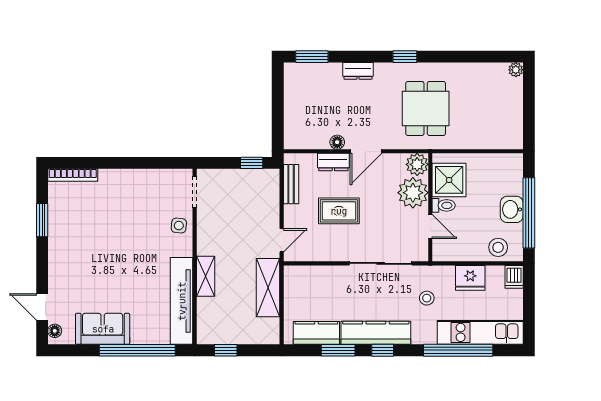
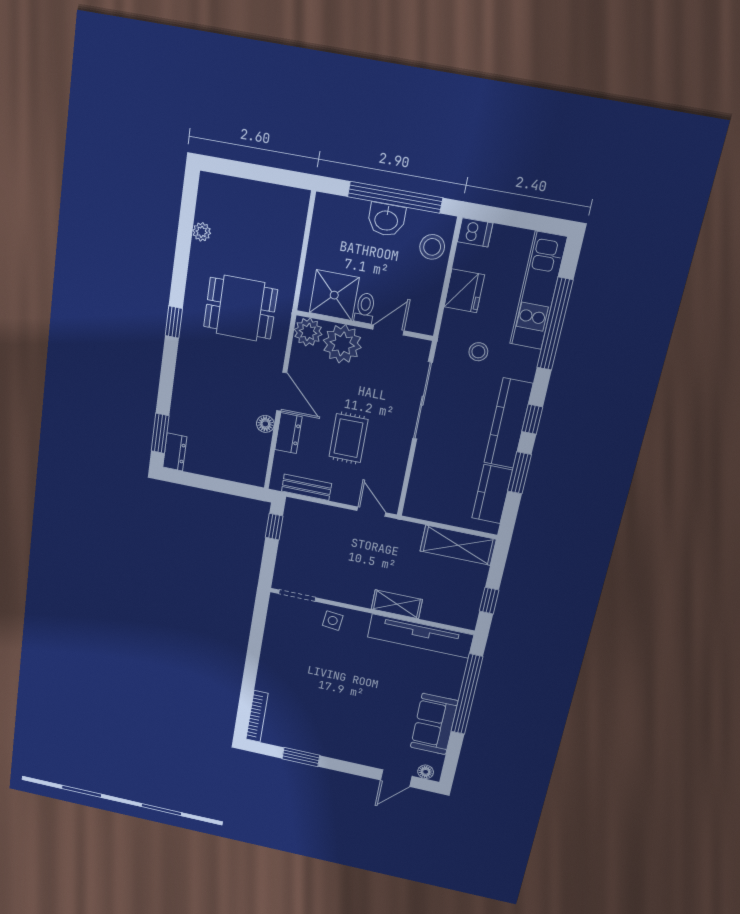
plant: (516, 70) -> (202, 232), moved
dresser: (358, 71) -> (175, 452), moved
shelving: (268, 288) -> (458, 545), moved

